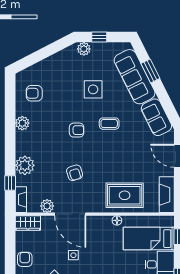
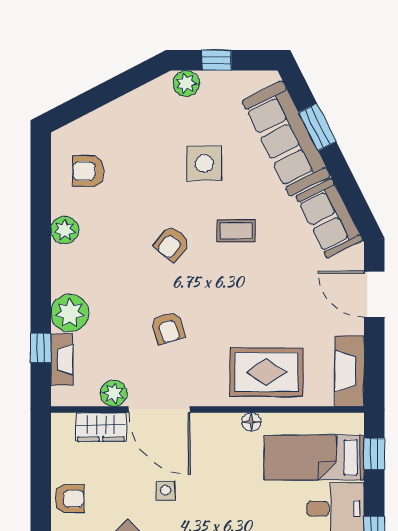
armchair: (77, 130) -> (172, 244), turned 129
fireplace: (21, 200) -> (62, 360), moved
wardrobe: (28, 223) -> (101, 427), moved
armchair: (25, 259) -> (70, 499), turned 90

